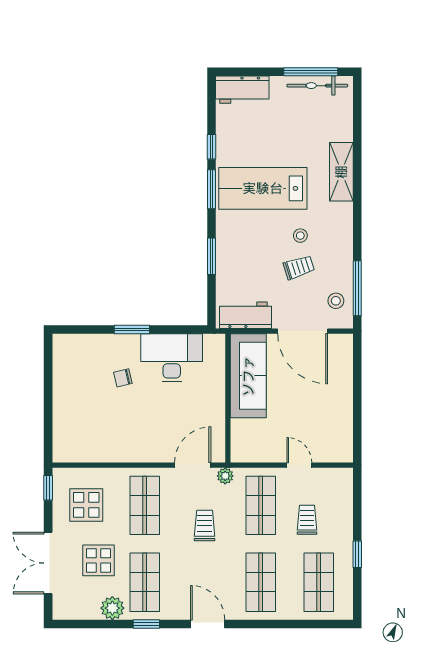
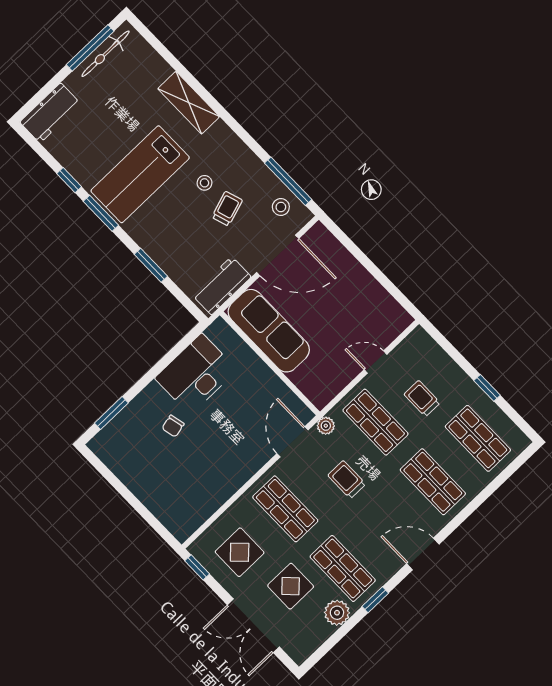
window: (132, 329) -> (111, 413), moved

